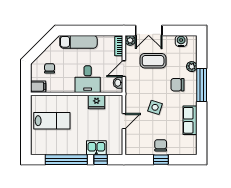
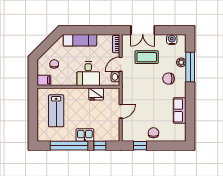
plant: (130, 40) -> (126, 39), removed
window: (202, 85) -> (190, 67), moved
side table: (155, 107) -> (148, 99), removed
lab bench: (52, 121) -> (56, 111), turned 90
kitchen sink: (96, 148) -> (85, 135), moved
window: (161, 160) -> (140, 146), moved

